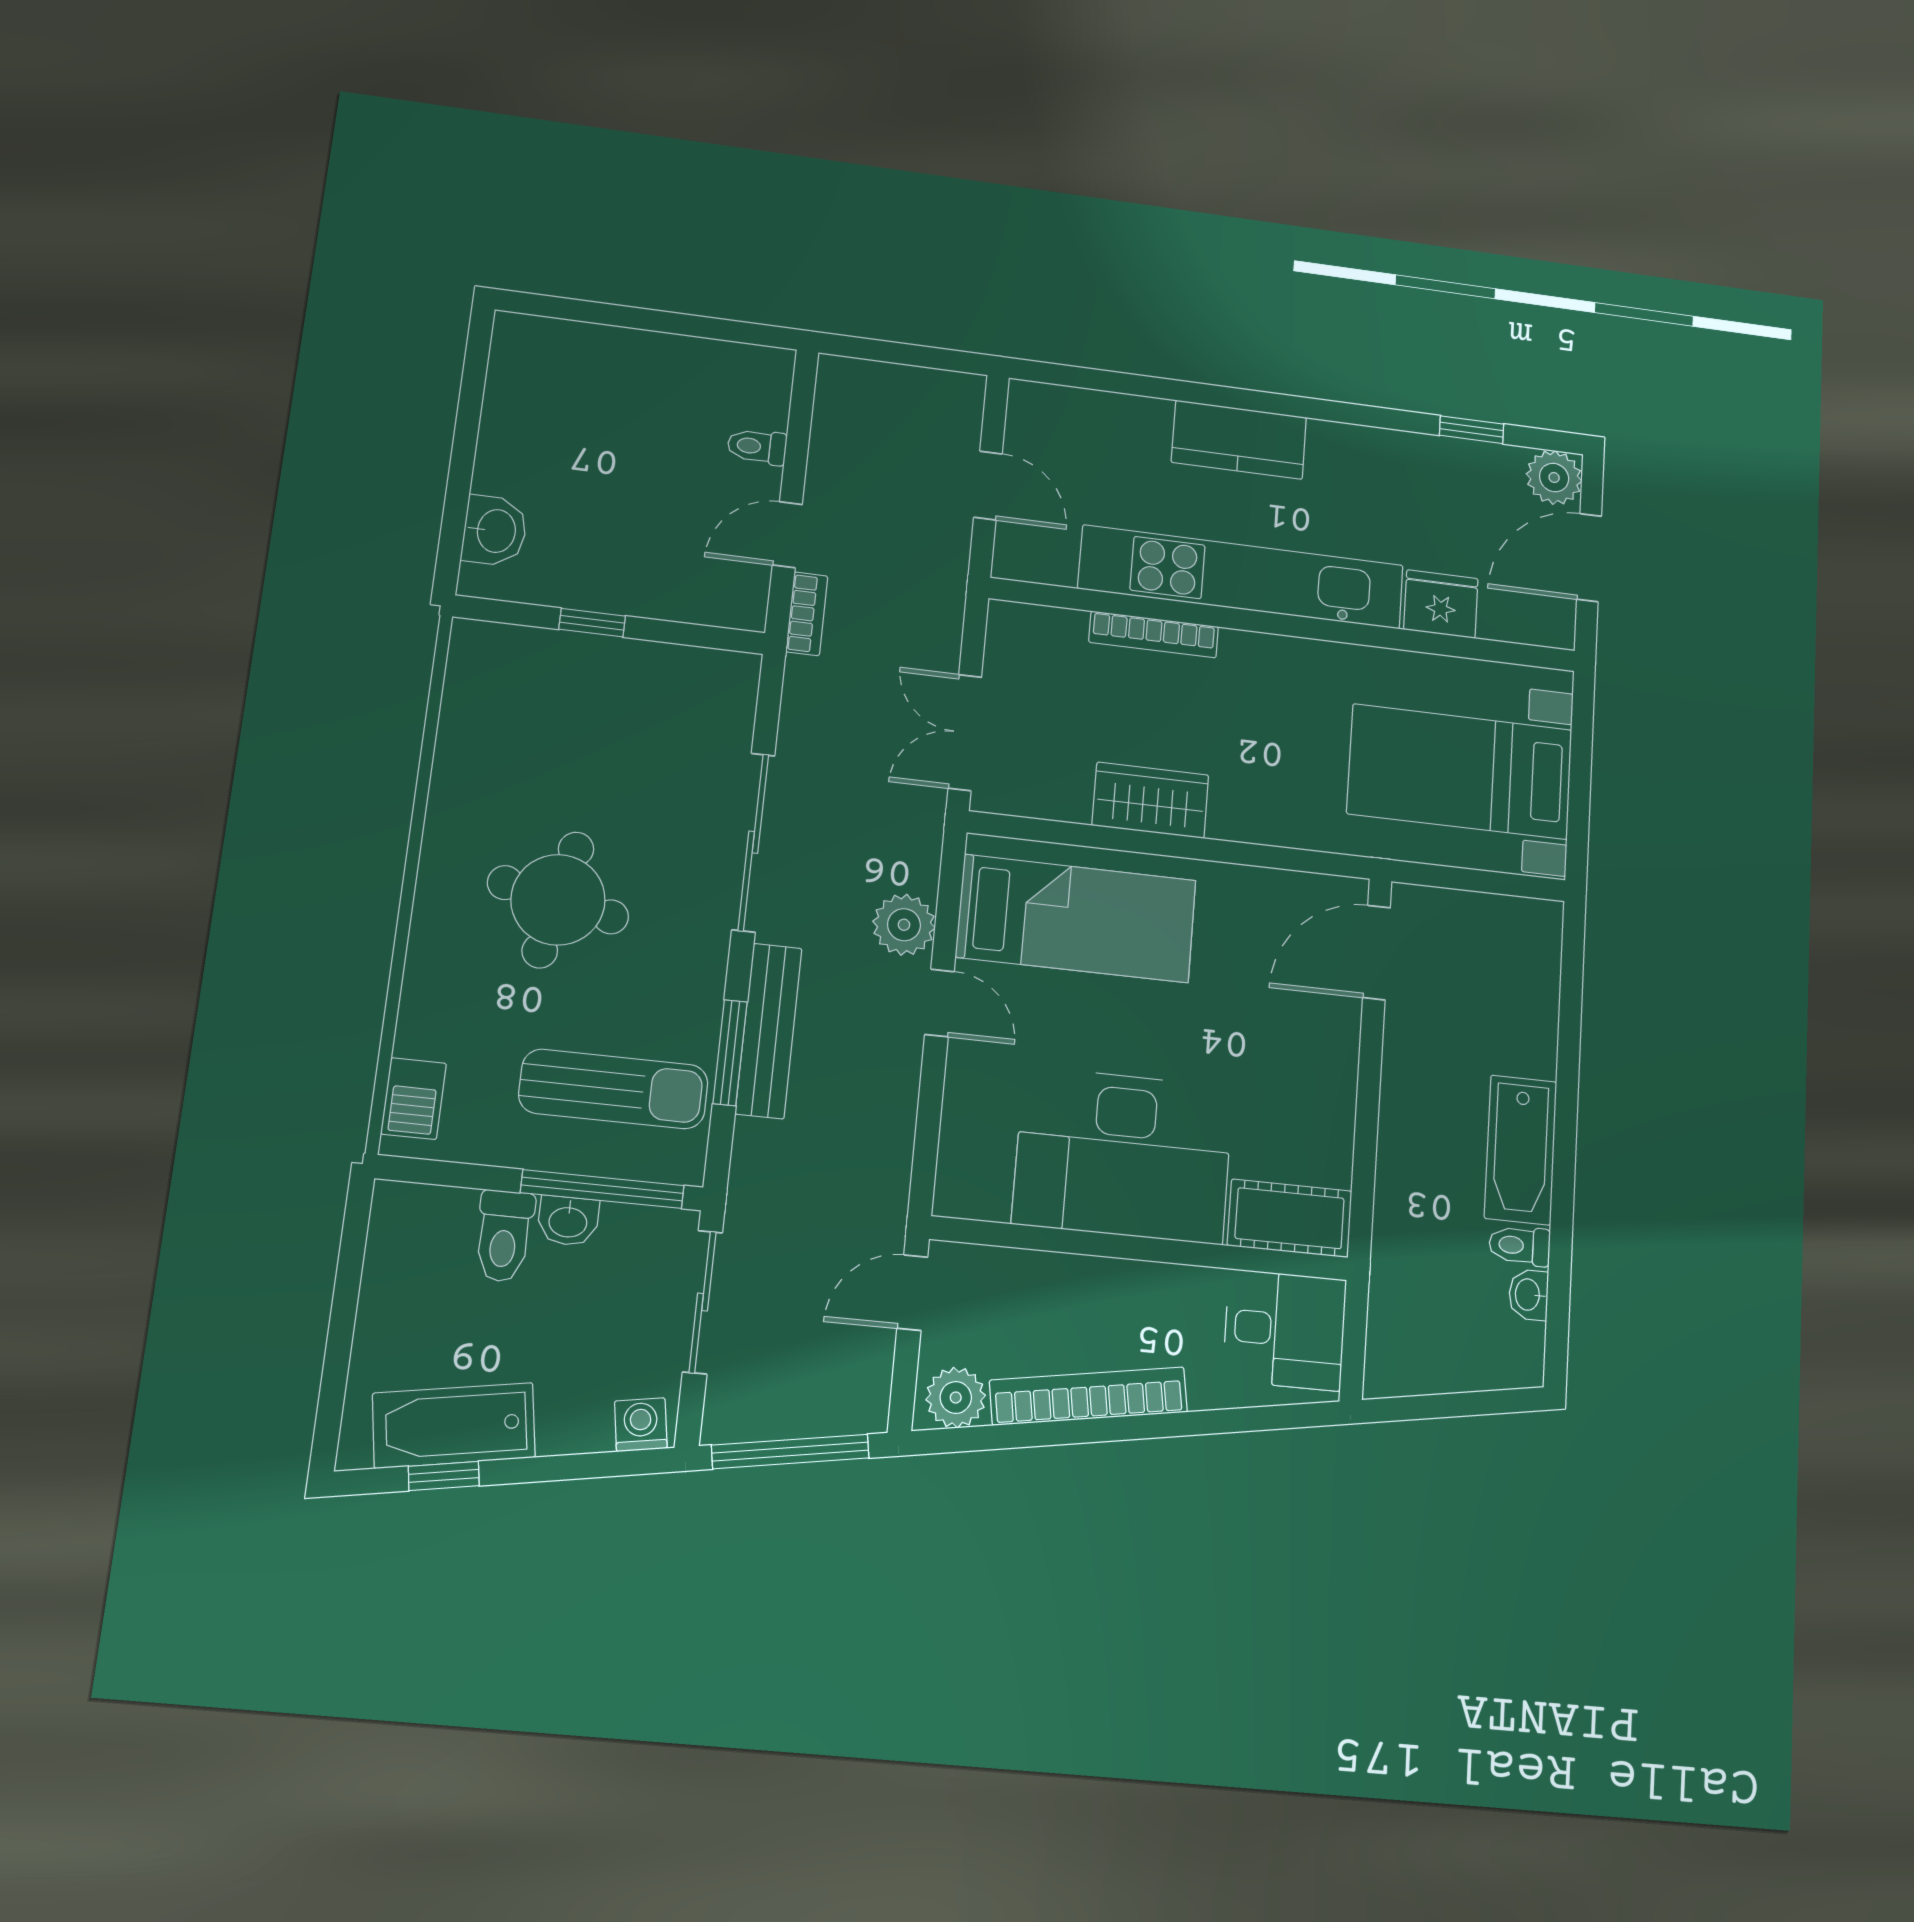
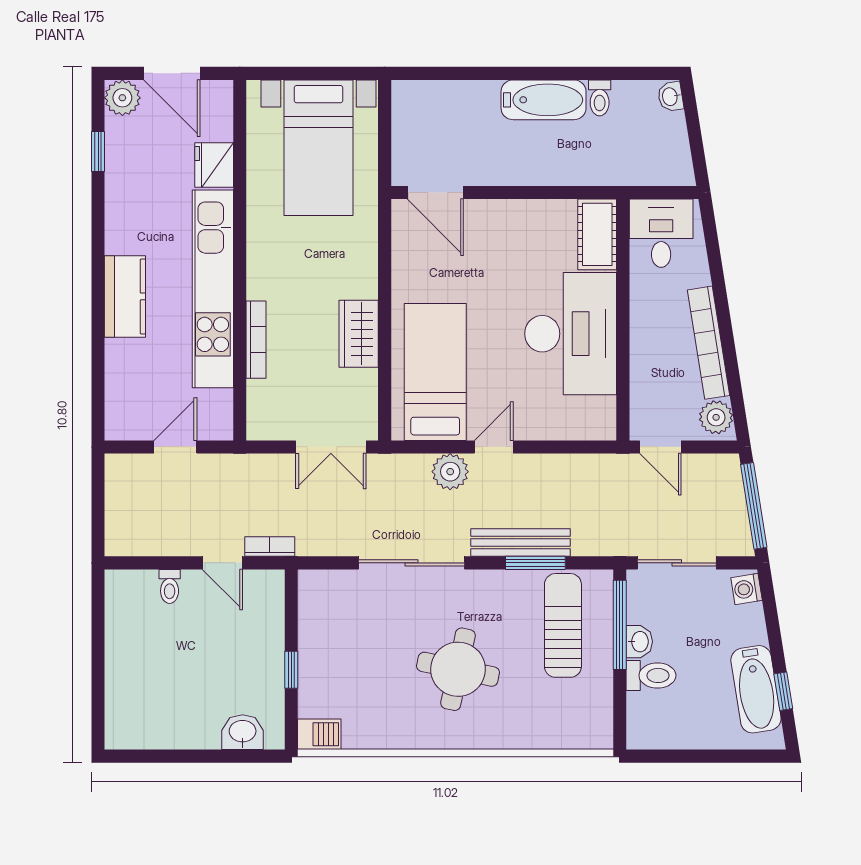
barbecue: (414, 1099) -> (319, 734), moved
washbasin: (1529, 1295) -> (670, 97), moved, turned 81

